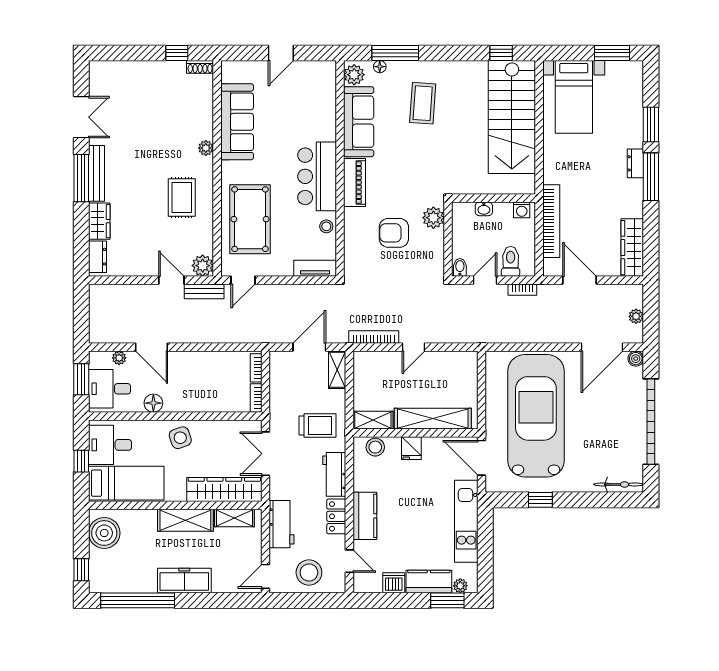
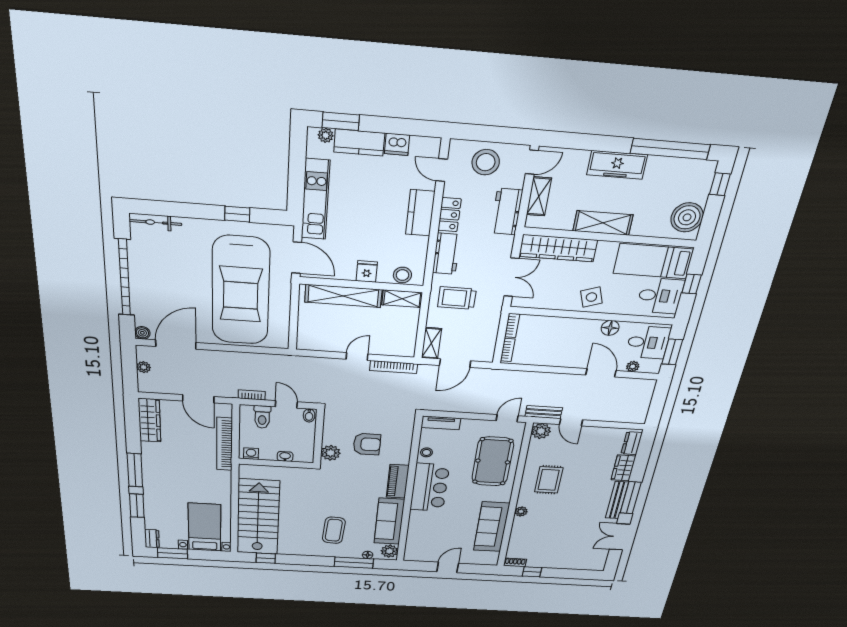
dresser: (635, 163) -> (152, 539), moved
door: (485, 280) -> (286, 404), swing flipped
shelving: (234, 518) -> (539, 196), moved, turned 90

